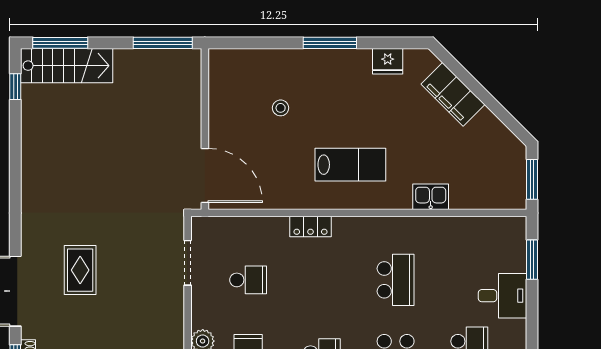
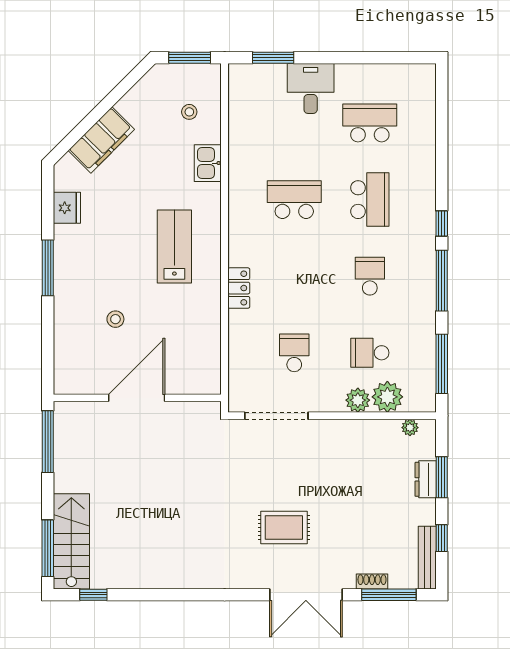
door: (205, 175) -> (137, 398), moved
stool: (480, 179) -> (189, 112), added
doorway: (188, 263) -> (276, 416), width x1.36

